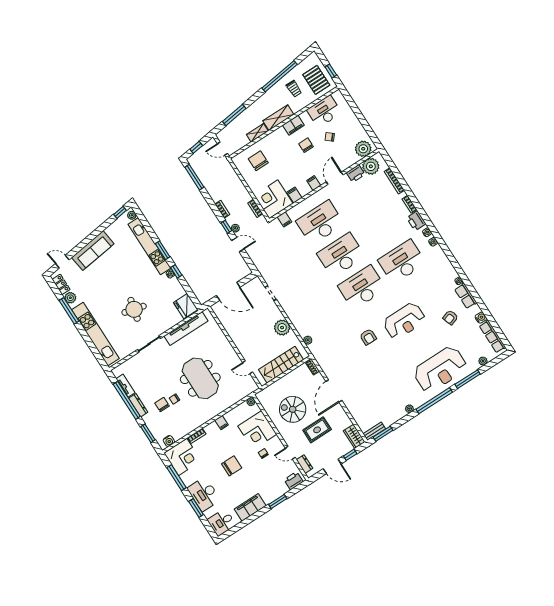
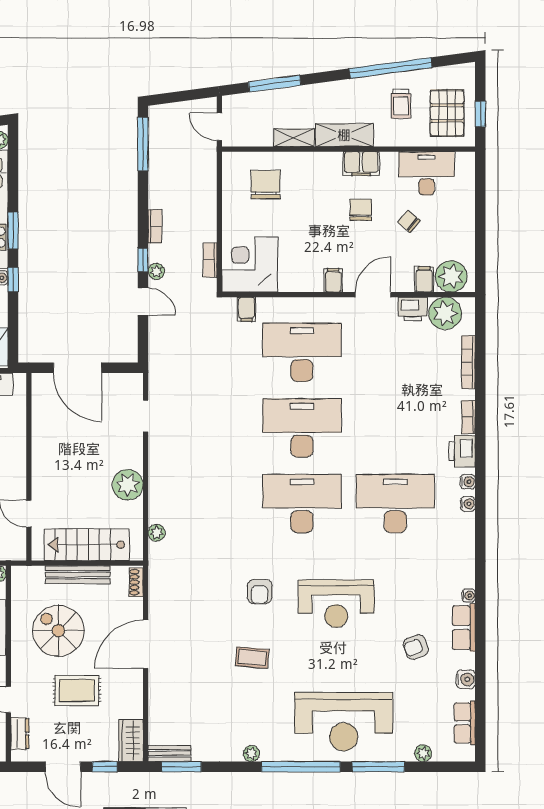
window: (196, 147) -> (178, 97), removed
filing cabinet: (294, 195) -> (424, 279), moved
row of seats: (492, 337) -> (465, 723), width x0.68
coffee table: (383, 367) -> (252, 658), added
bench: (285, 380) -> (78, 575), added

